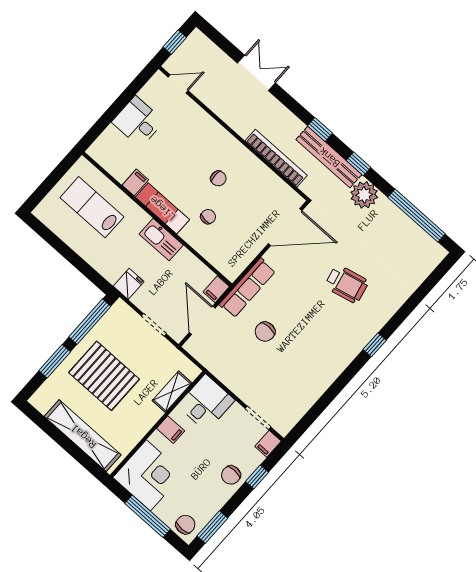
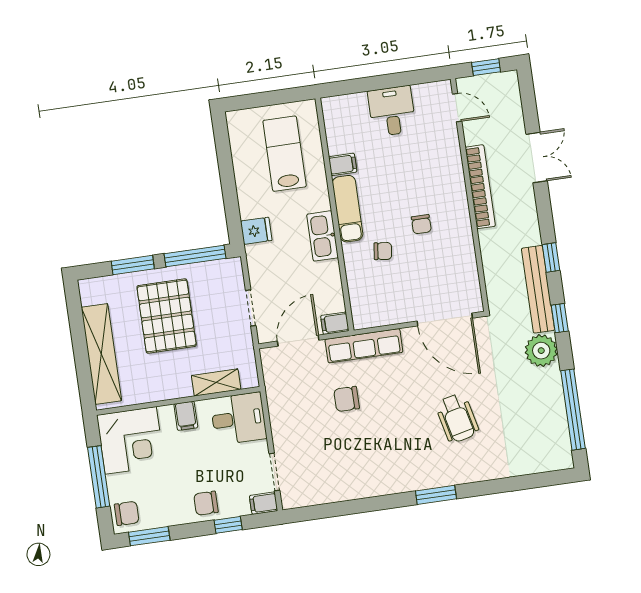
bookcase: (276, 158) -> (480, 187), moved
fridge: (129, 284) -> (256, 231), moved
window: (375, 345) -> (436, 495), width x1.50

